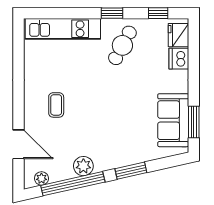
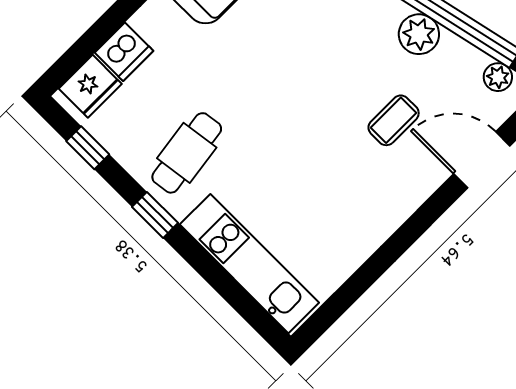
cafe table: (122, 45) -> (187, 153), turned -36
coffee table: (56, 105) -> (394, 120), moved
door: (19, 144) -> (482, 160), hinge flipped

